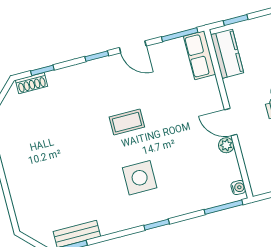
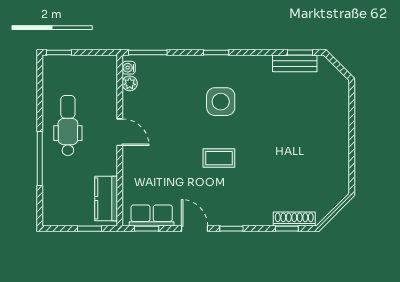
window: (180, 35) -> (147, 229), width x0.67
row of seats: (200, 55) -> (152, 216), moved, turned -90
shoe rack: (32, 83) -> (294, 219), width x1.43
plant: (226, 145) -> (130, 83), moved

